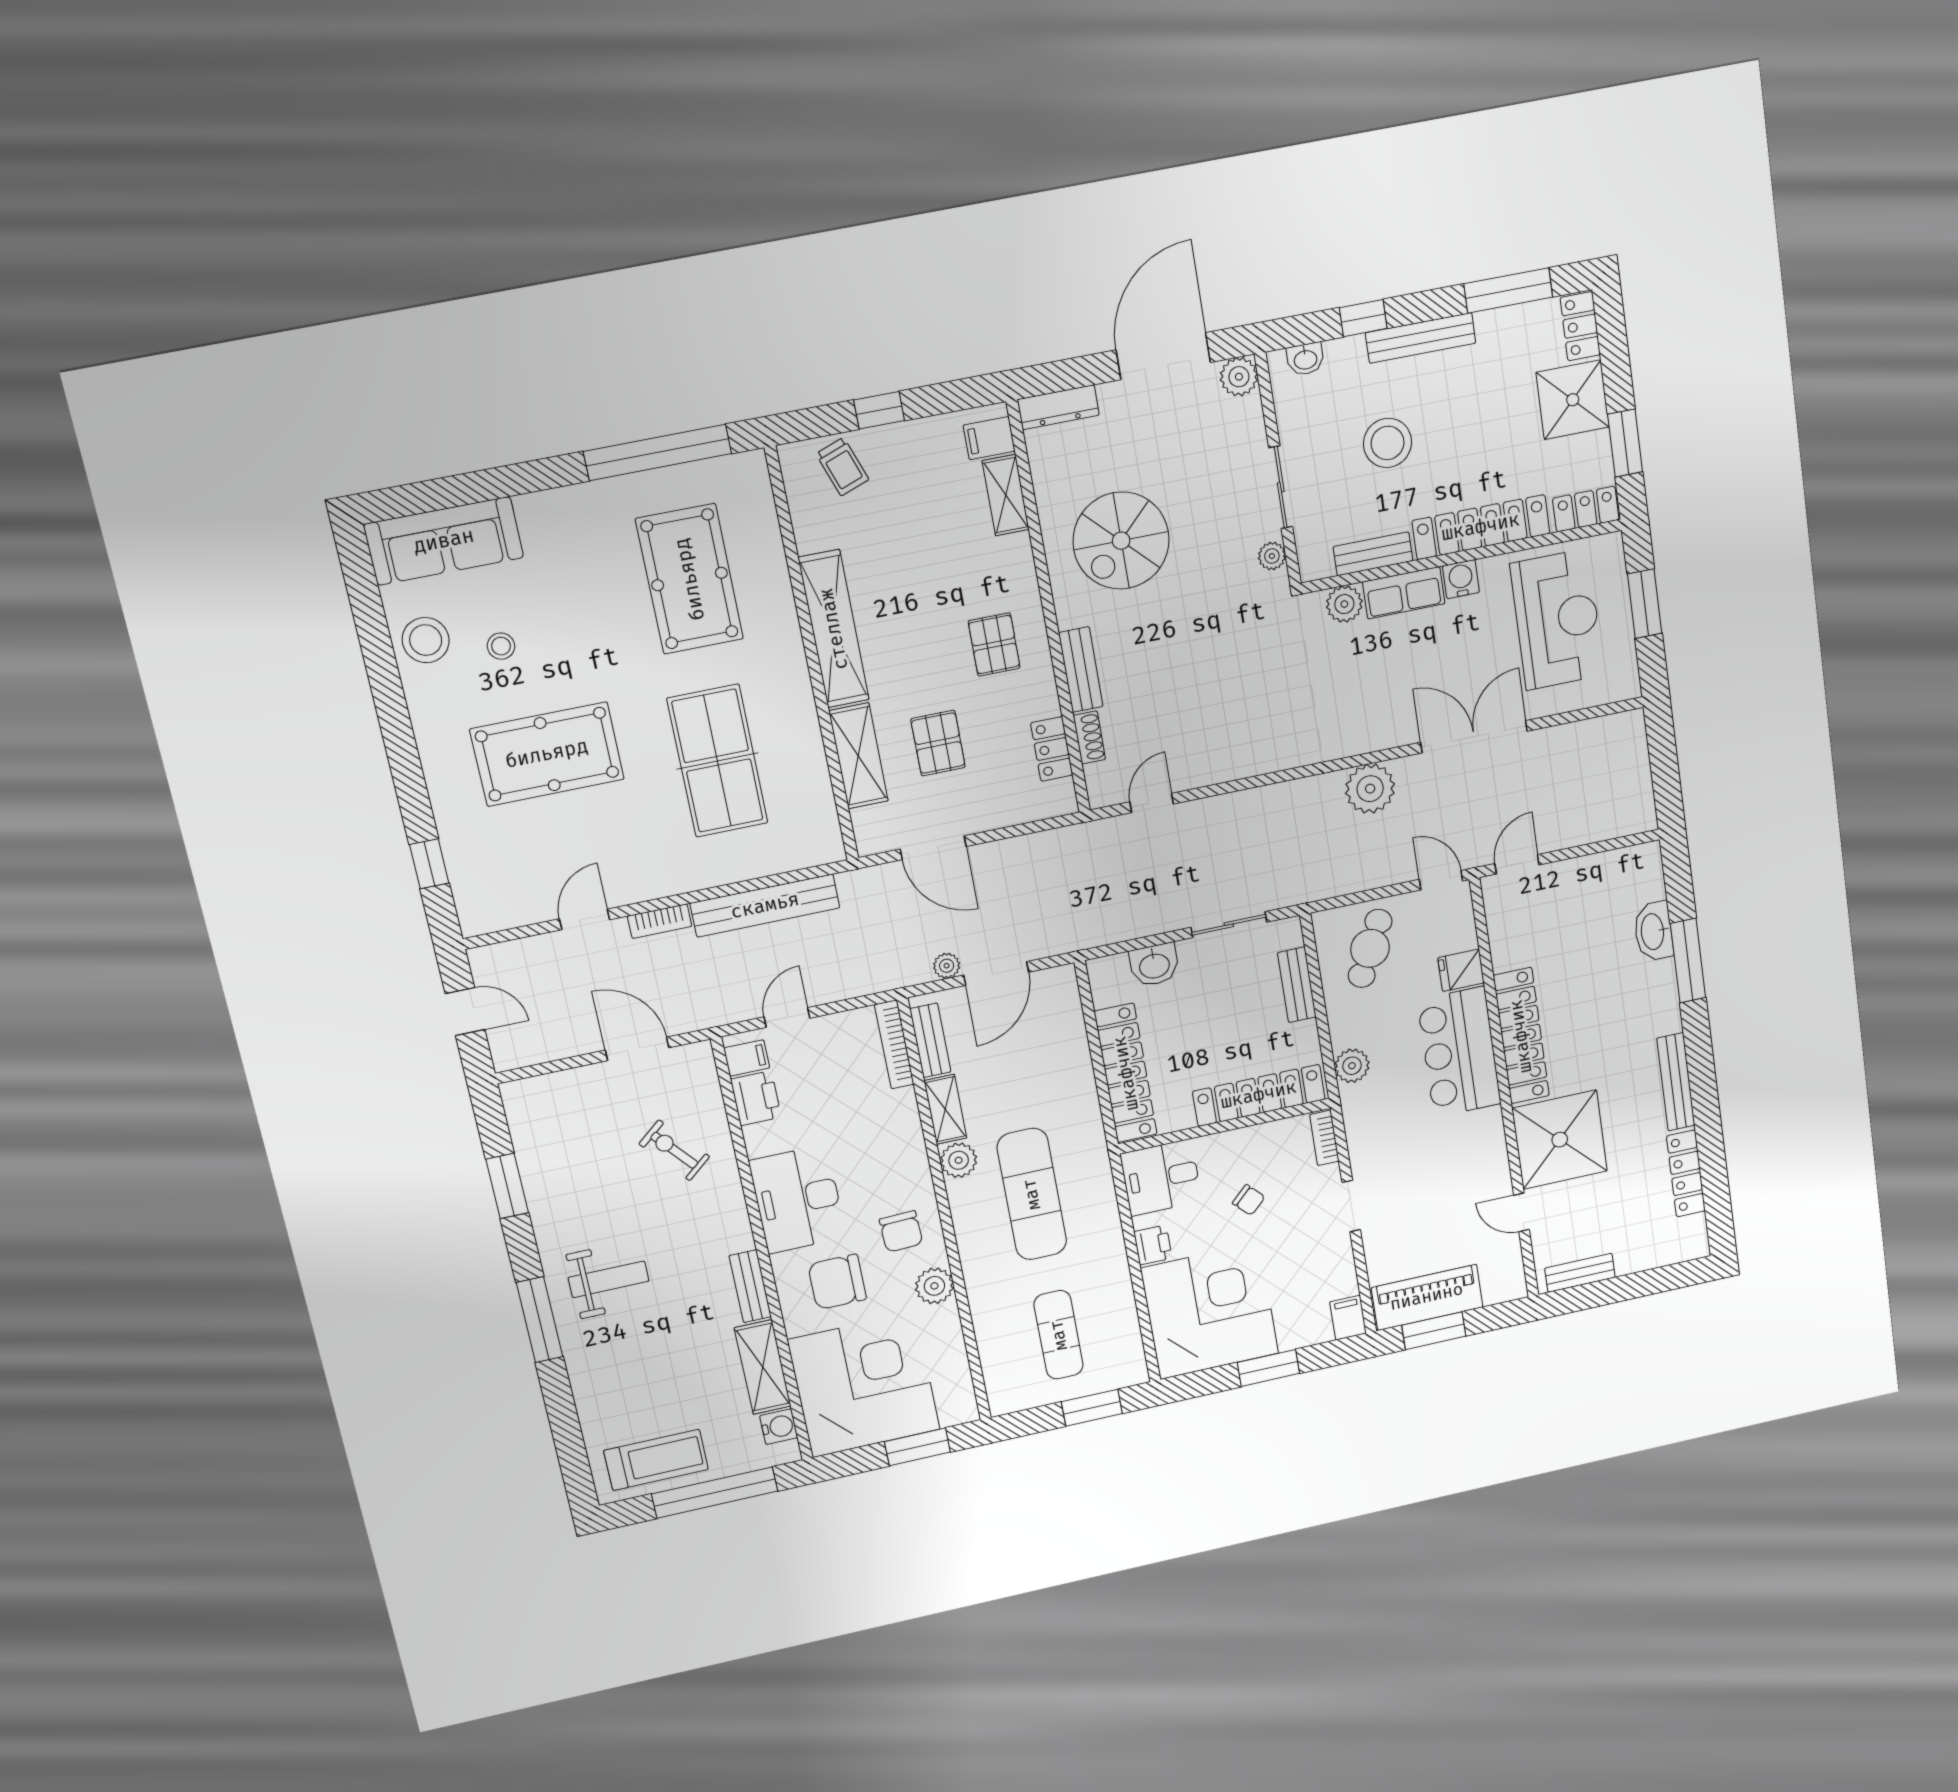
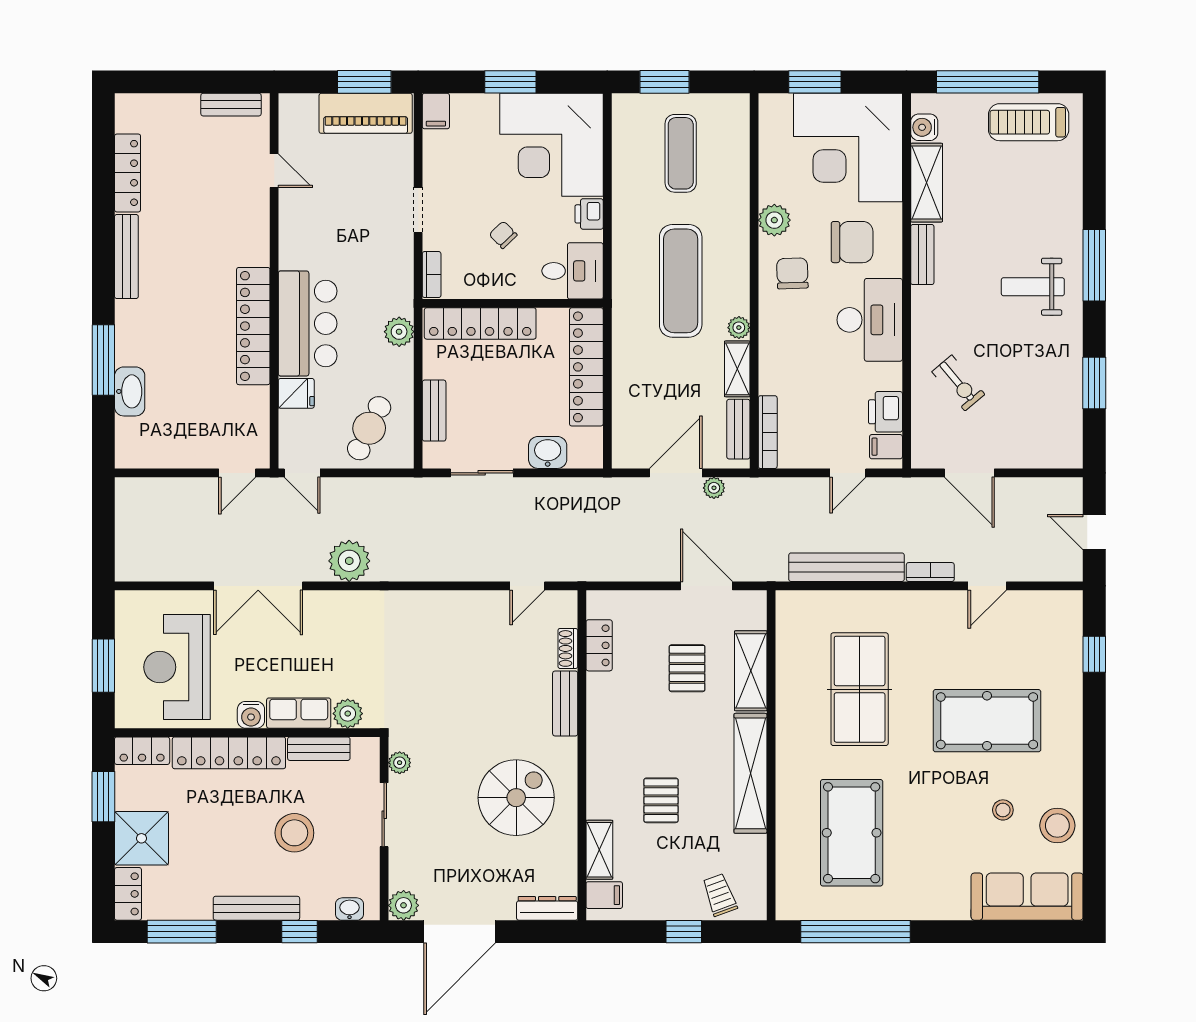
pallet: (994, 645) -> (661, 800), moved
shower: (1560, 1140) -> (233, 228), removed
plant: (959, 1160) -> (739, 328), width x0.73, depth x0.73

